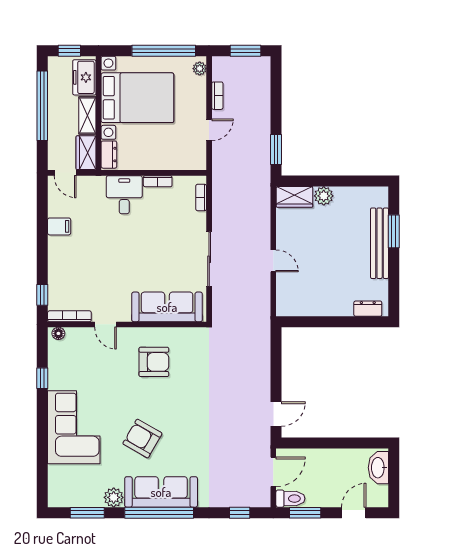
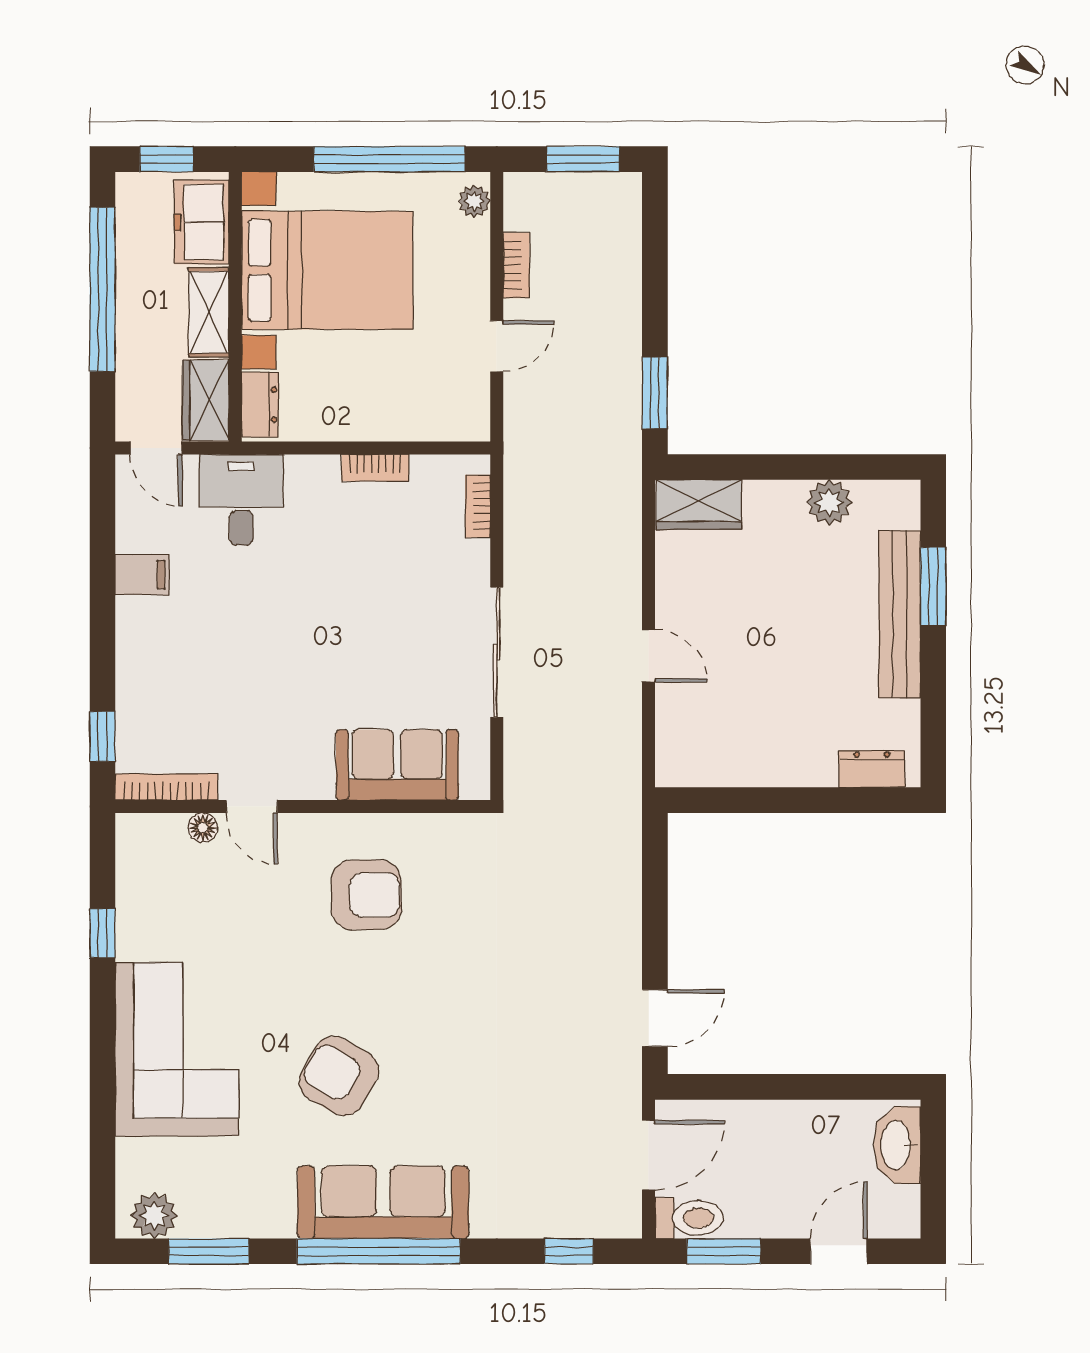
desk: (124, 195) -> (241, 500), moved
plant: (324, 196) -> (829, 502), moved
sofa: (167, 307) -> (397, 765), width x0.73
floor lamp: (58, 333) -> (203, 828), moved
plant: (114, 497) -> (154, 1215), moved

